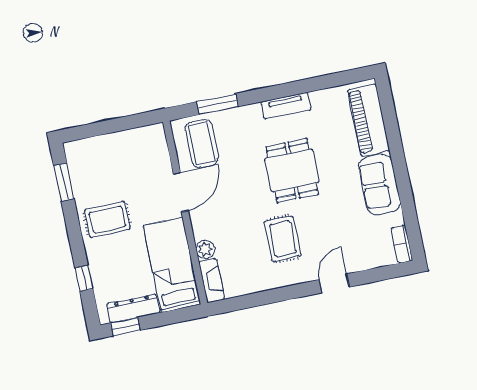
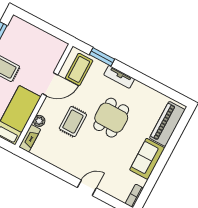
tv unit: (286, 106) -> (119, 77), moved
rug: (282, 239) -> (73, 122), moved

